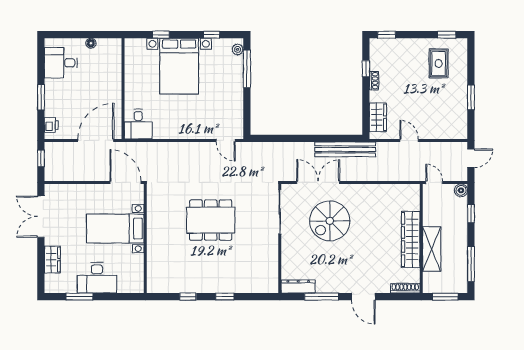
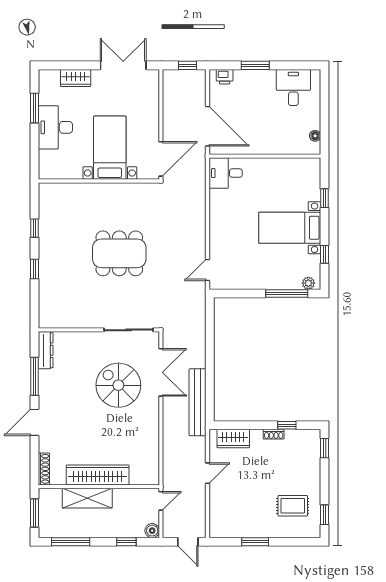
floor lamp: (91, 43) -> (315, 136), moved
bed with nightstands: (179, 66) -> (290, 228), width x0.73
dining table: (211, 220) -> (119, 253), turned 90

